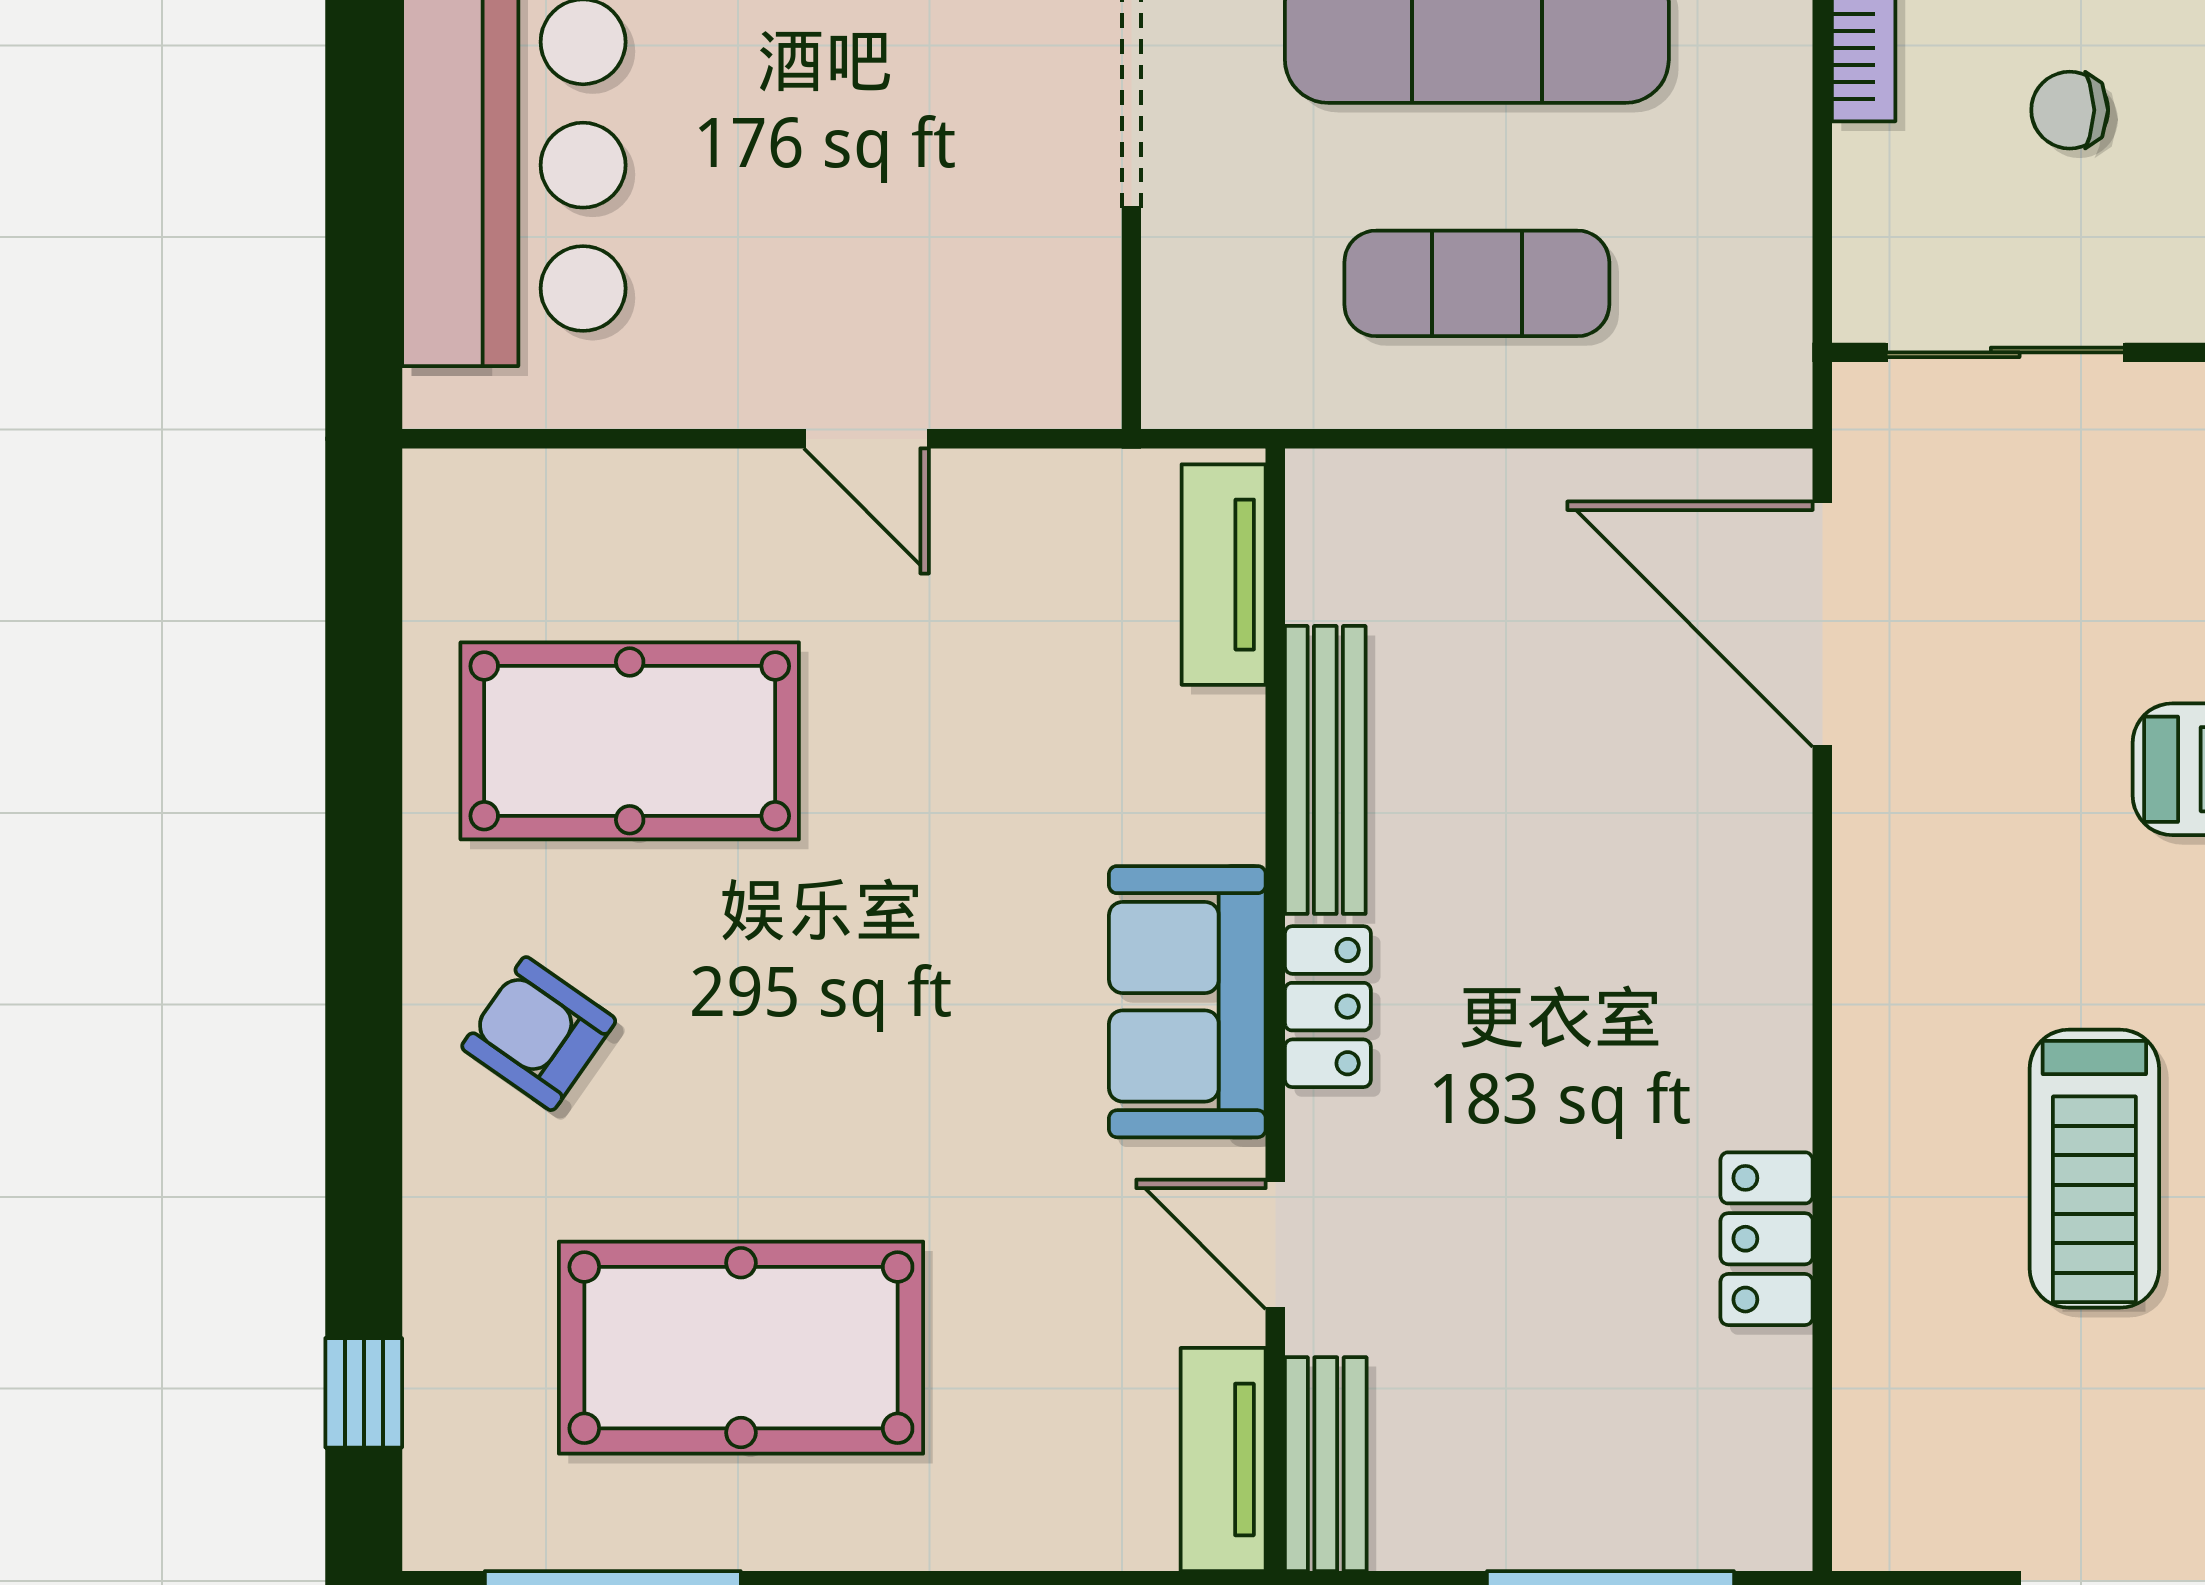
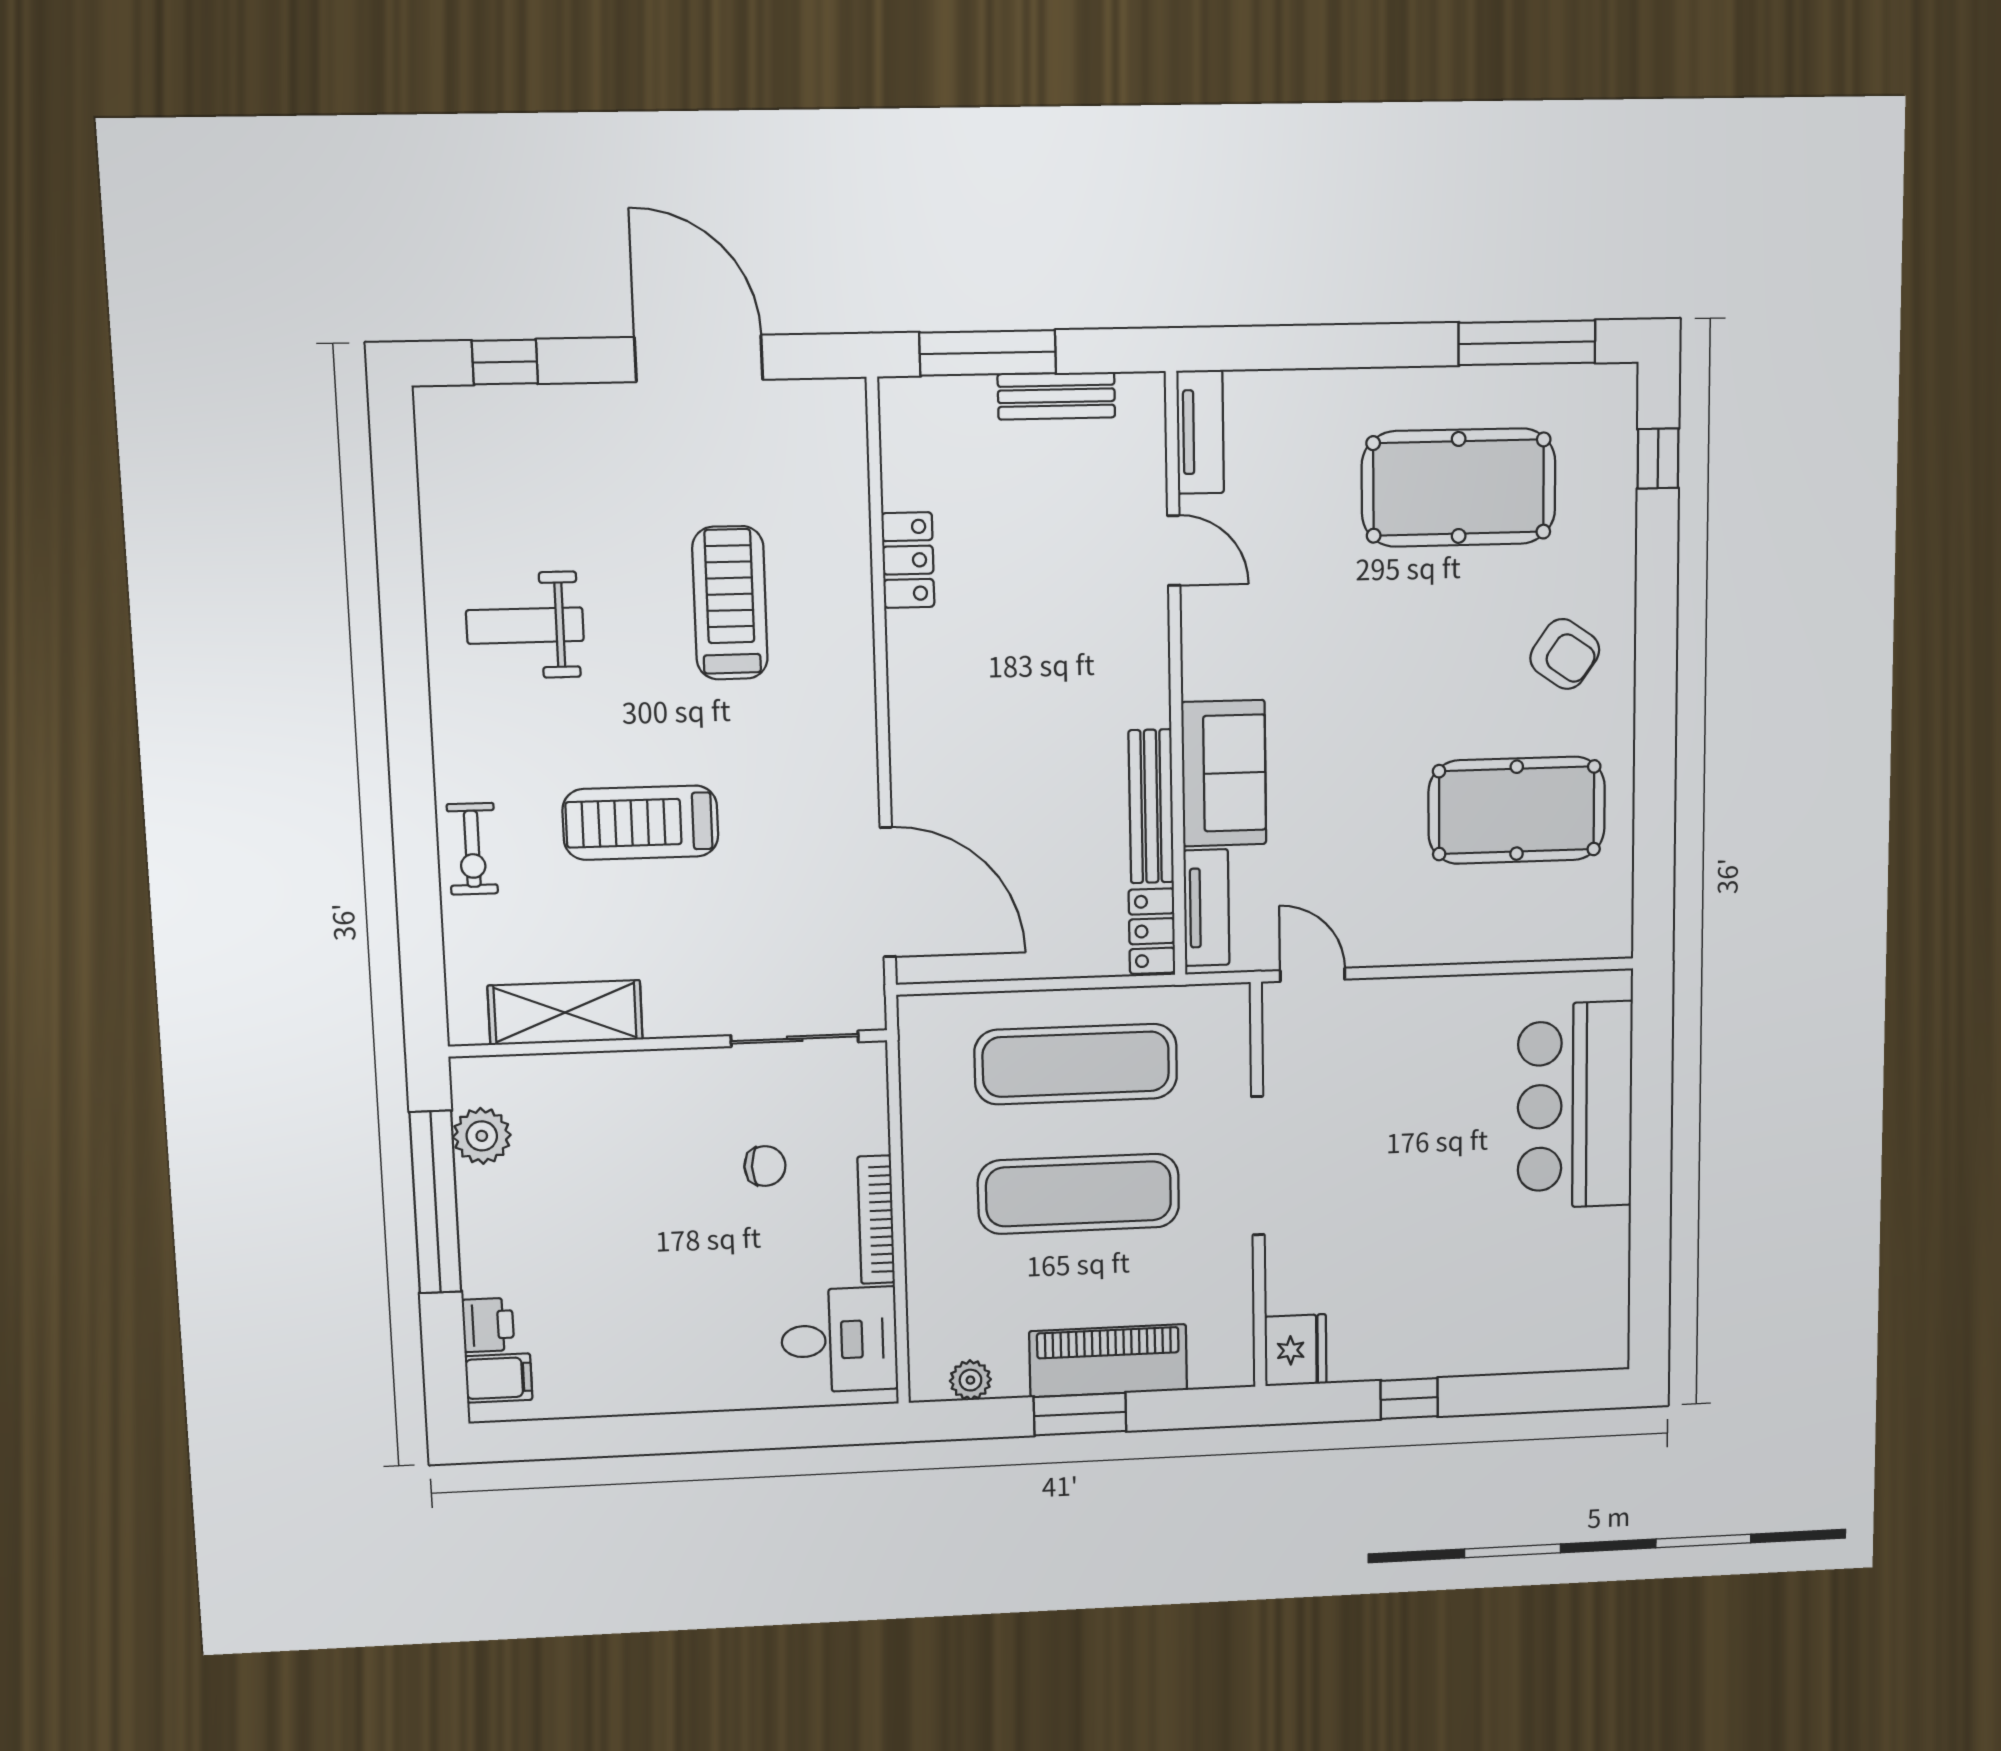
exercise mat: (1477, 283) -> (1076, 1064), width x1.36, depth x1.45
door: (866, 439) -> (1312, 975), moved
sofa: (1187, 1002) -> (1224, 773), moved
locker: (1328, 1007) -> (1152, 931), moved
bench: (1326, 1464) -> (1056, 396), moved, turned 90

